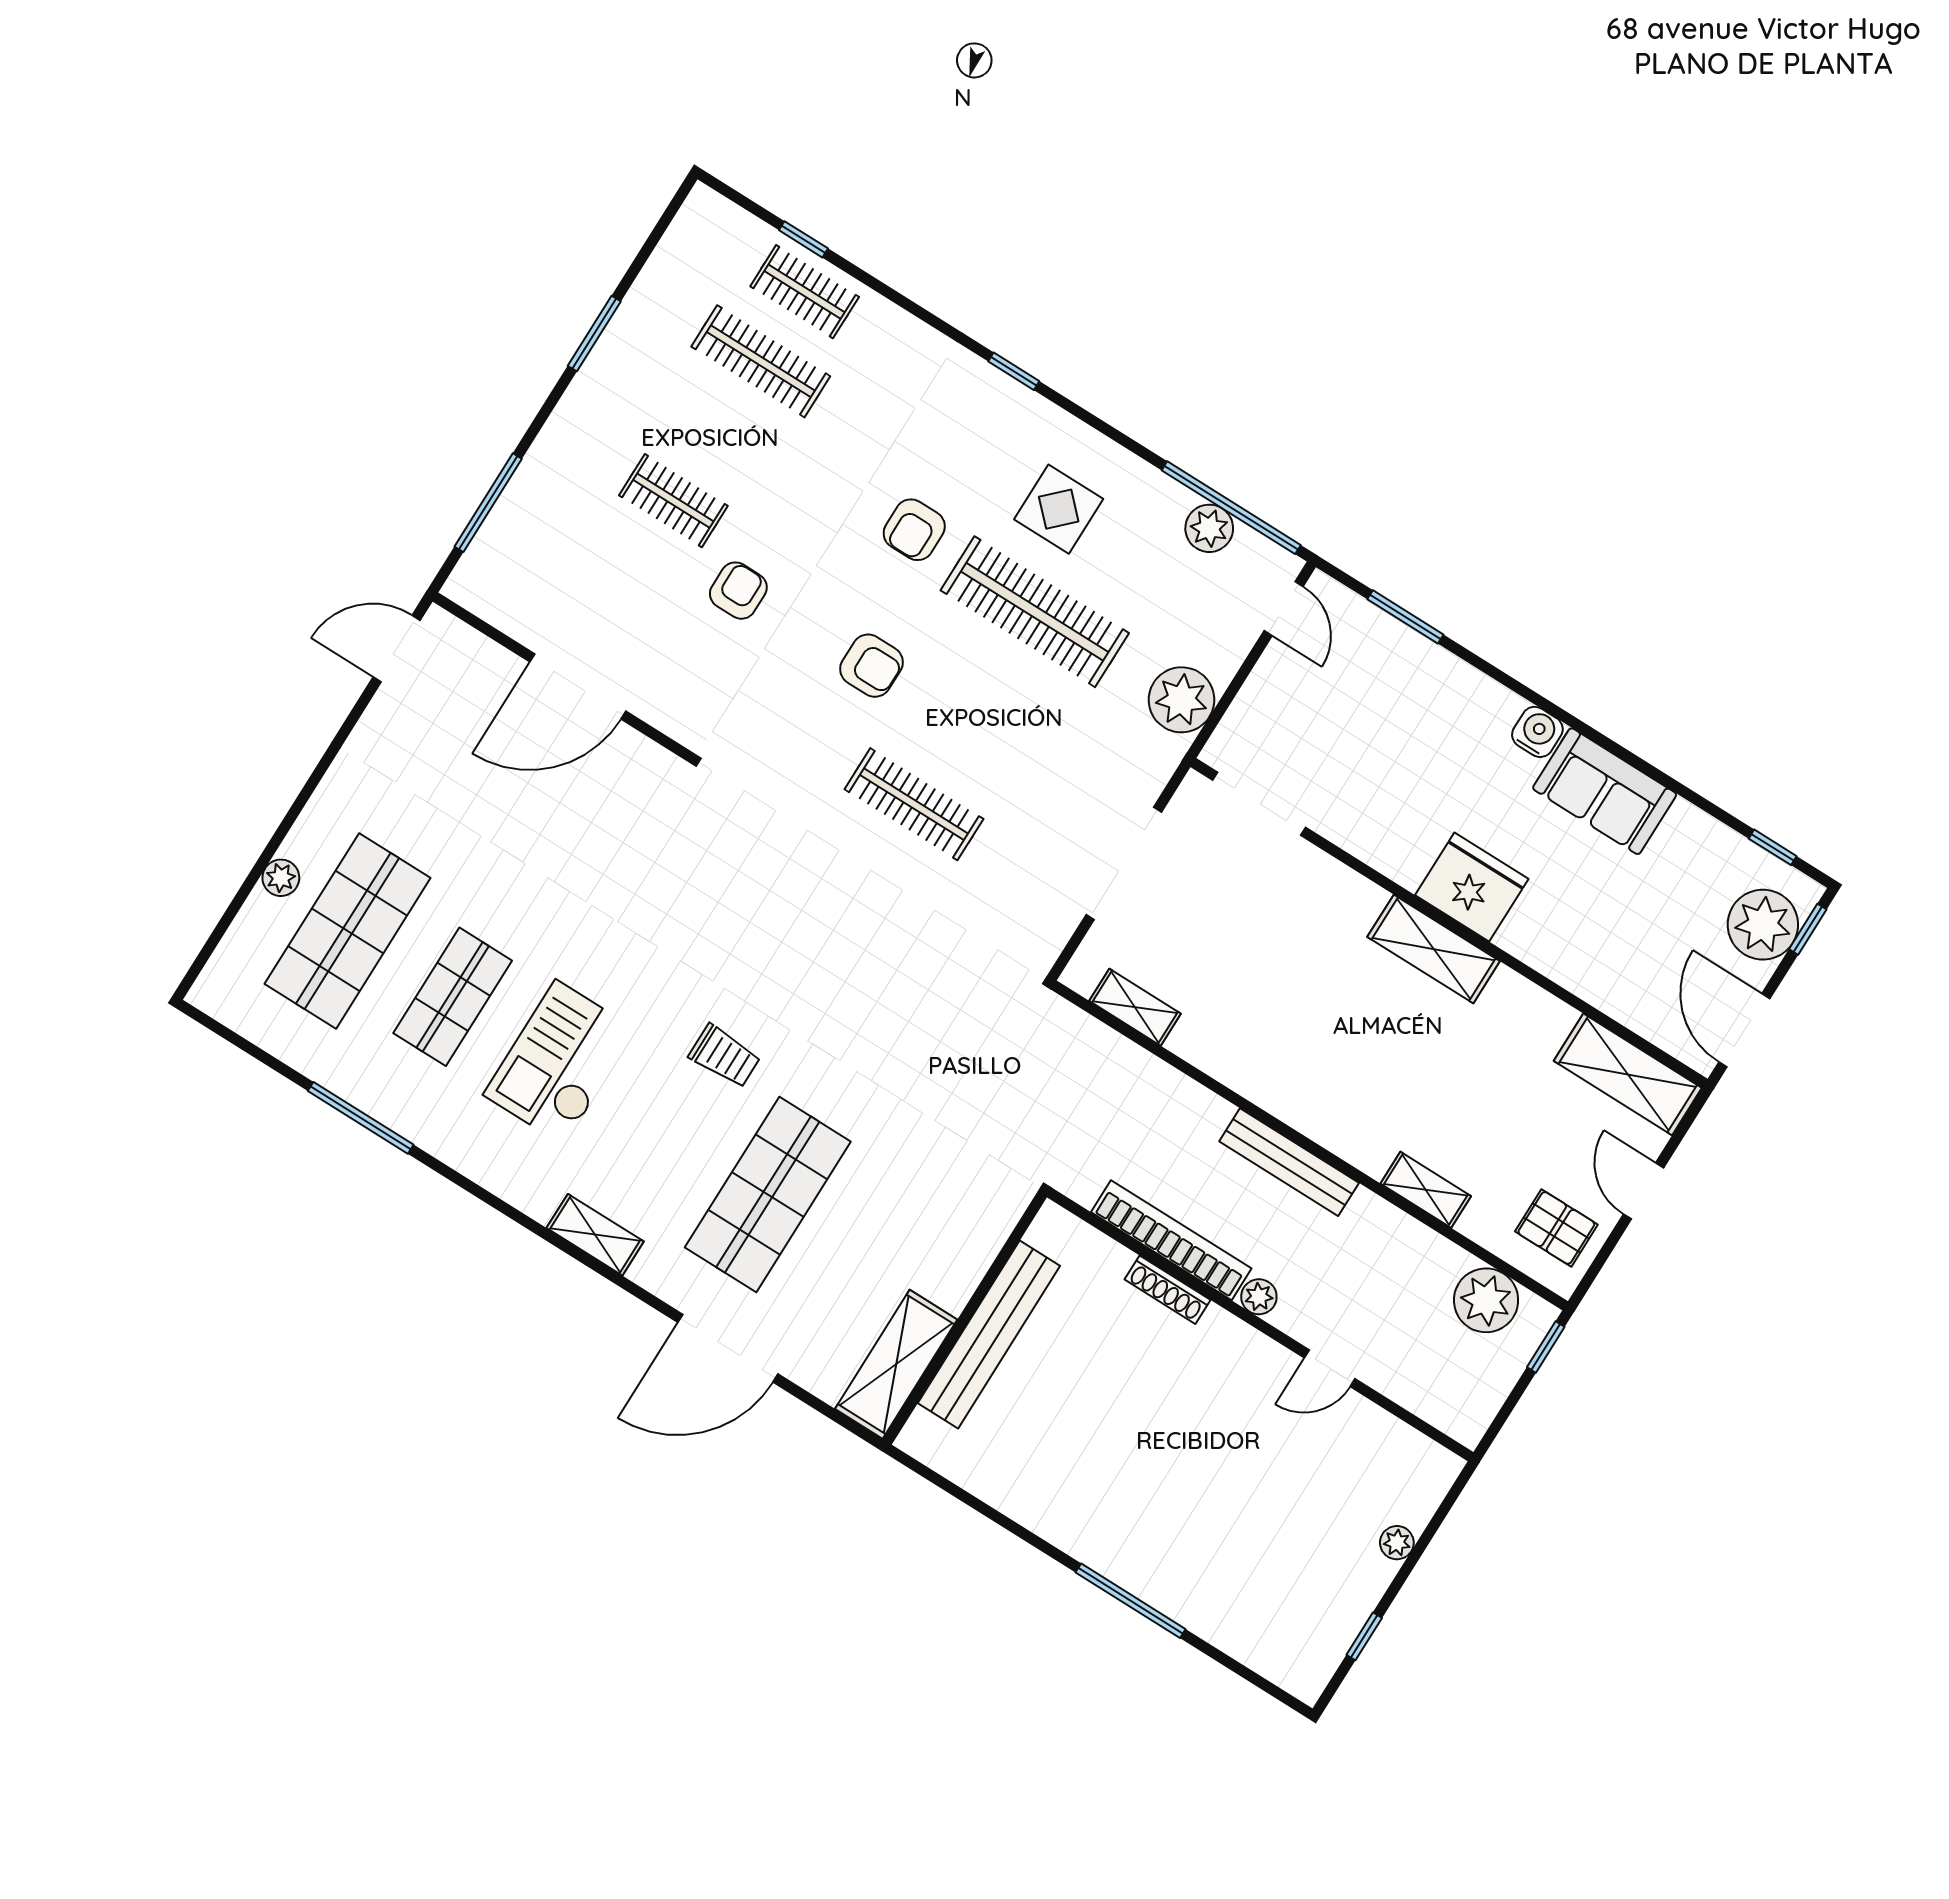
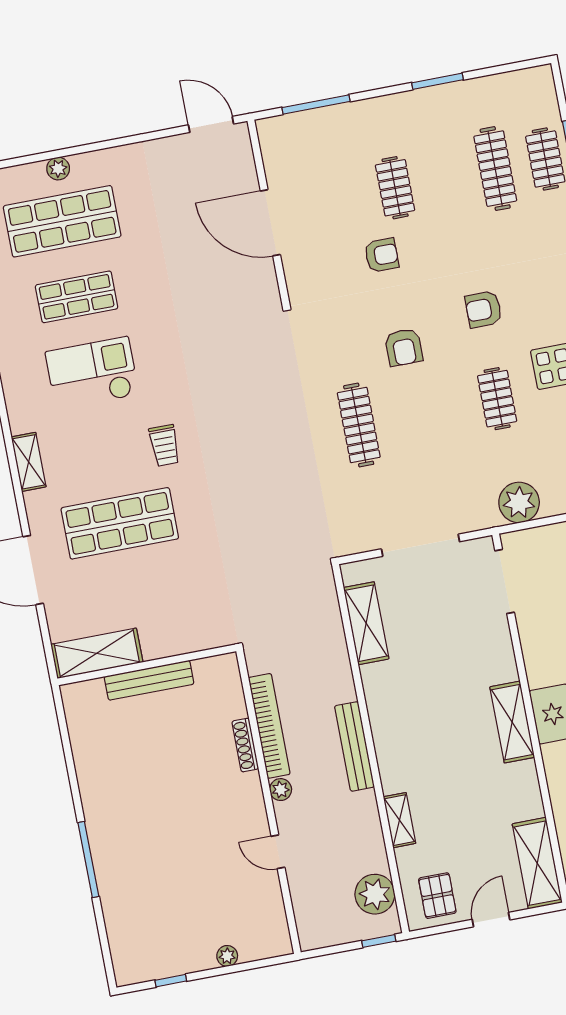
clothes rail: (1035, 612) -> (497, 399), width x0.54, depth x0.76
shelving: (1135, 1007) -> (366, 623), width x1.50, depth x1.33
bench: (989, 1335) -> (149, 680), width x0.73, depth x0.82

